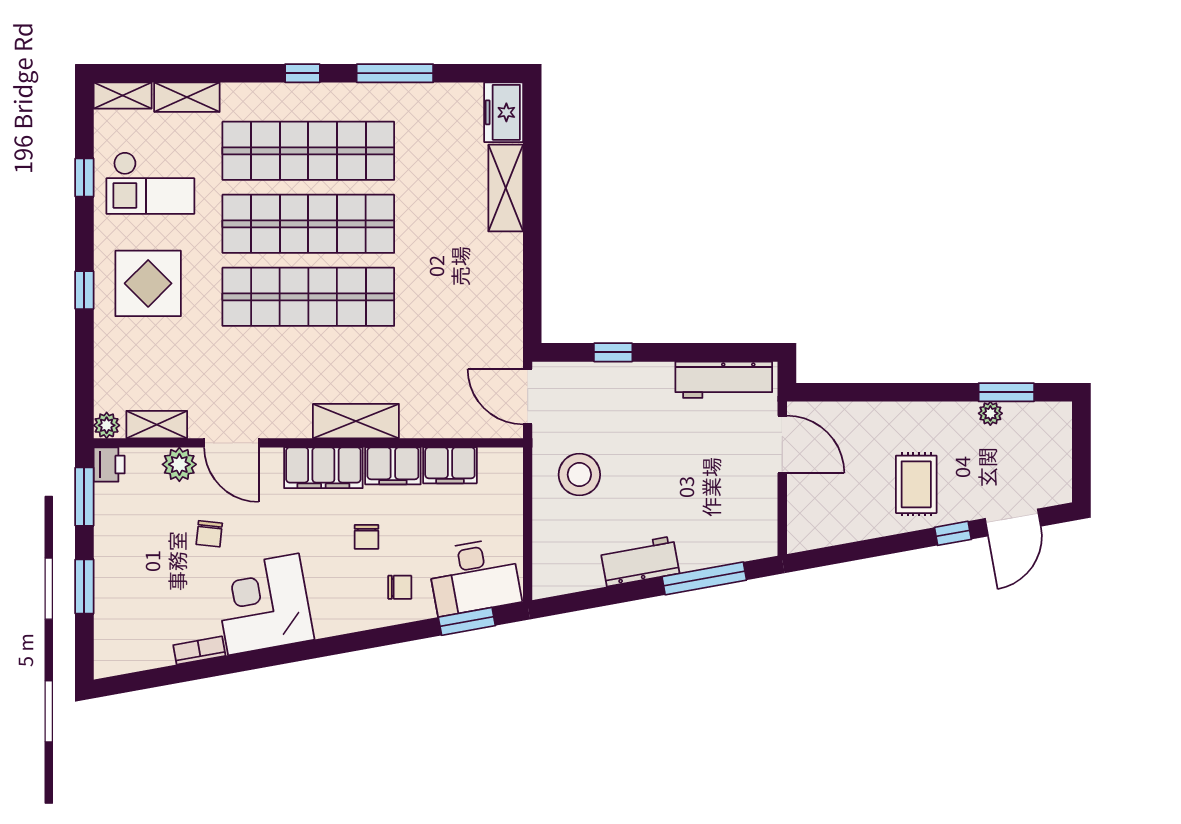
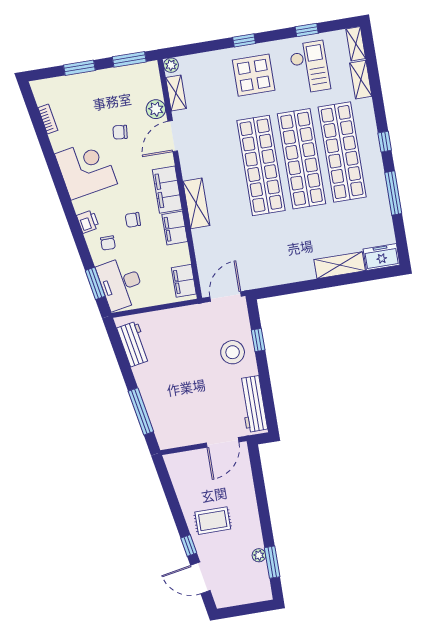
checkout: (150, 183) -> (310, 67), turned 180
printer: (109, 465) -> (88, 222), moved, turned -100
filing cabinet: (450, 465) -> (184, 281), moved
stool: (579, 475) -> (233, 352), moved
workbench: (640, 561) -> (134, 344), moved
bookcase: (199, 650) -> (48, 119), moved

